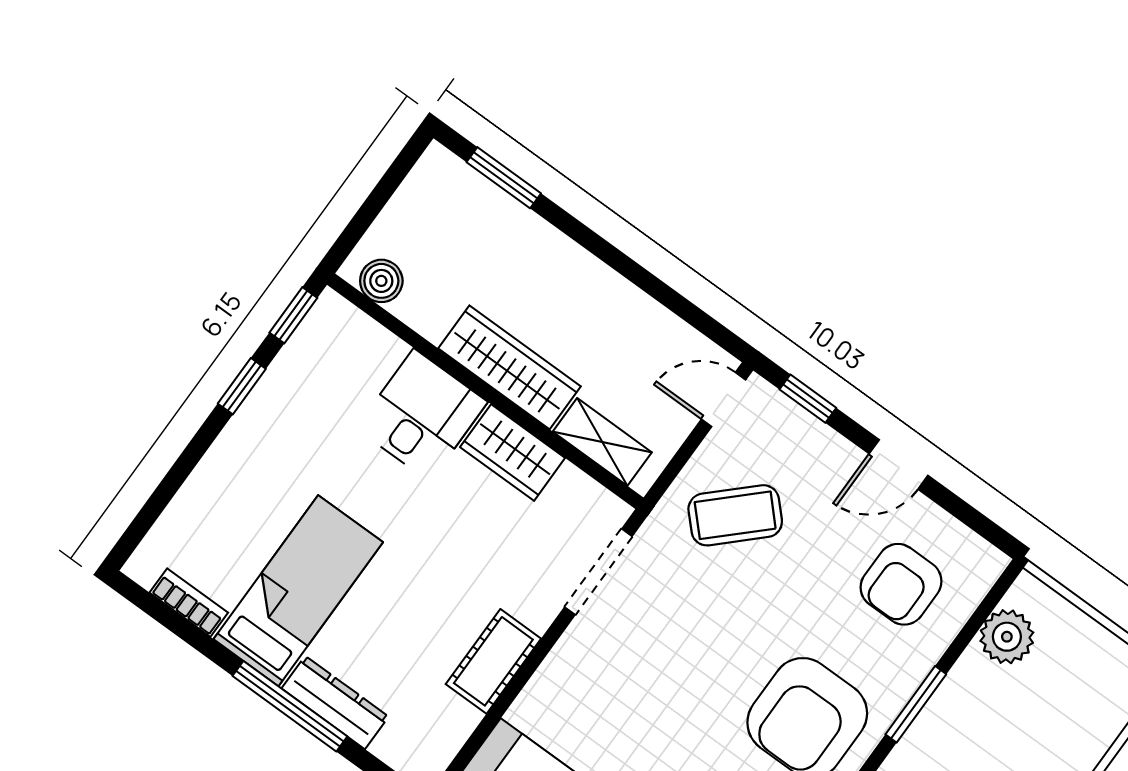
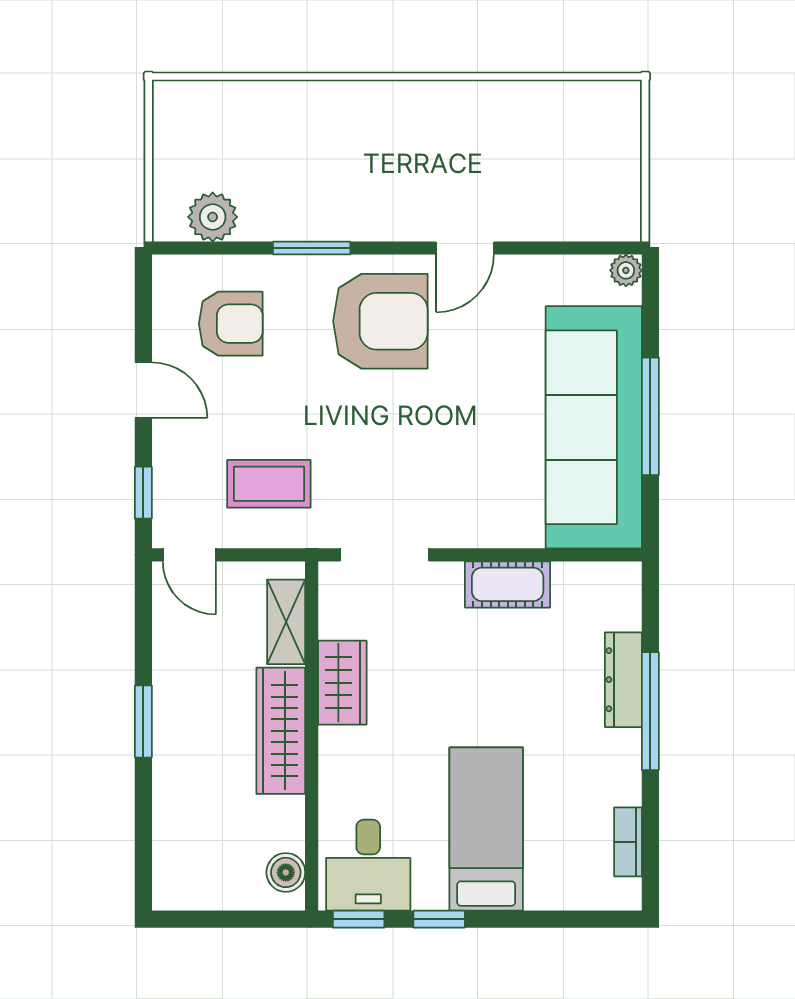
window: (504, 178) -> (143, 721), moved
desk: (422, 415) -> (368, 865), moved, turned -90
coffee table: (735, 515) -> (269, 484), turned -46
bed: (298, 591) -> (486, 829), moved, turned 90

